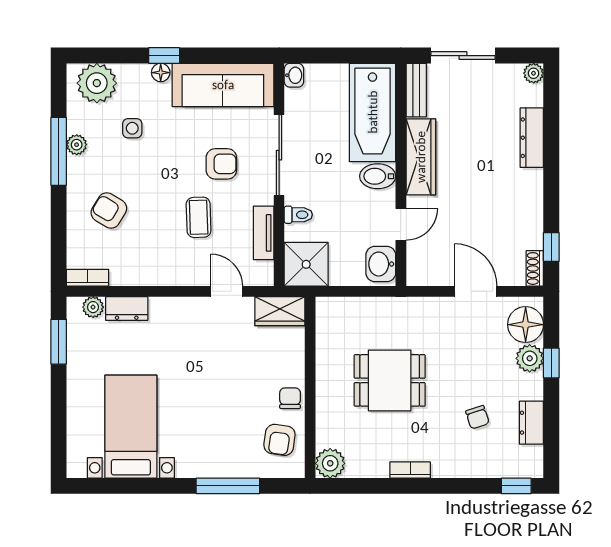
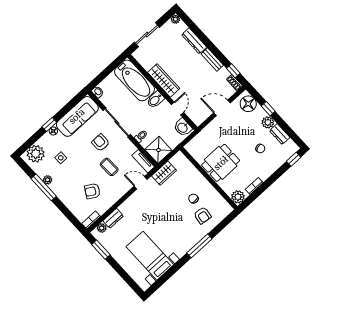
bench: (416, 90) -> (212, 60), moved
armchair: (221, 164) -> (101, 143), turned -90
armchair: (109, 211) -> (92, 191), moved
tv unit: (264, 233) -> (143, 161), moved
plant: (530, 358) -> (268, 122), moved
wall: (310, 387) -> (209, 178), moved
plant: (330, 463) -> (238, 197), moved

